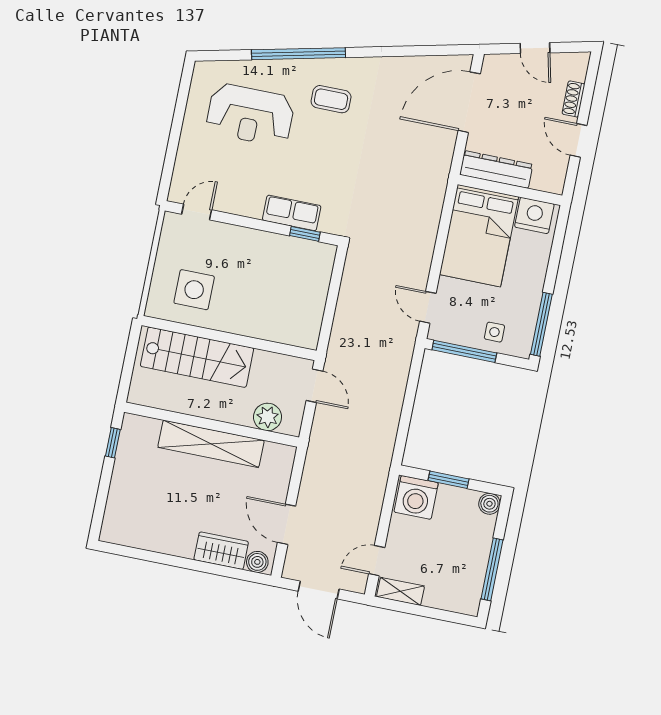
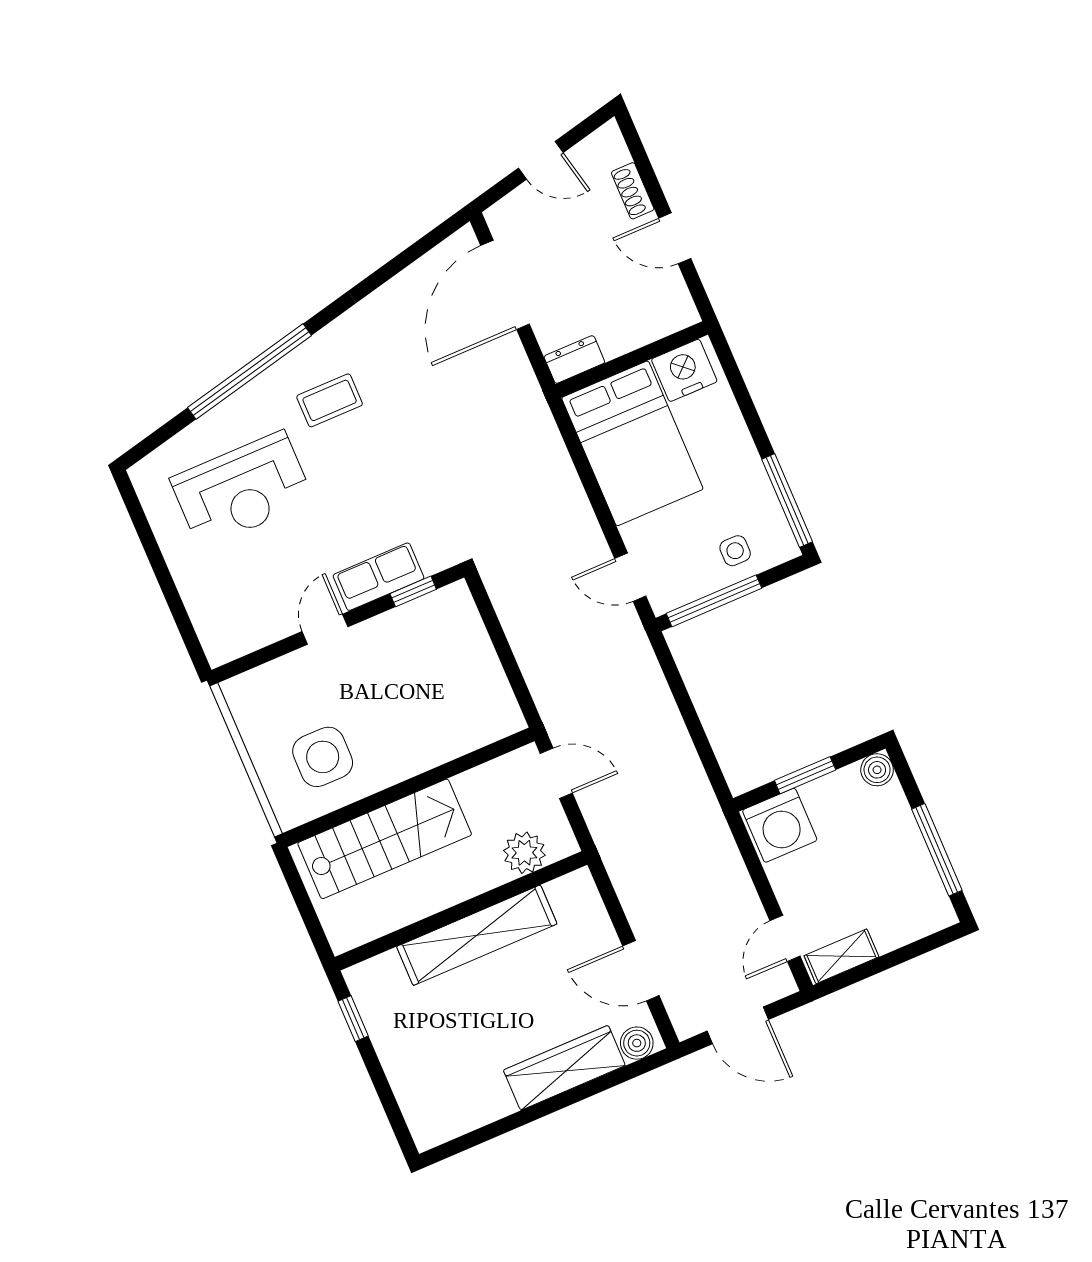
dresser: (496, 169) -> (574, 359), width x0.51, depth x0.80
door: (197, 212) -> (325, 629), moved
wardrobe: (221, 551) -> (564, 1068), width x1.50

